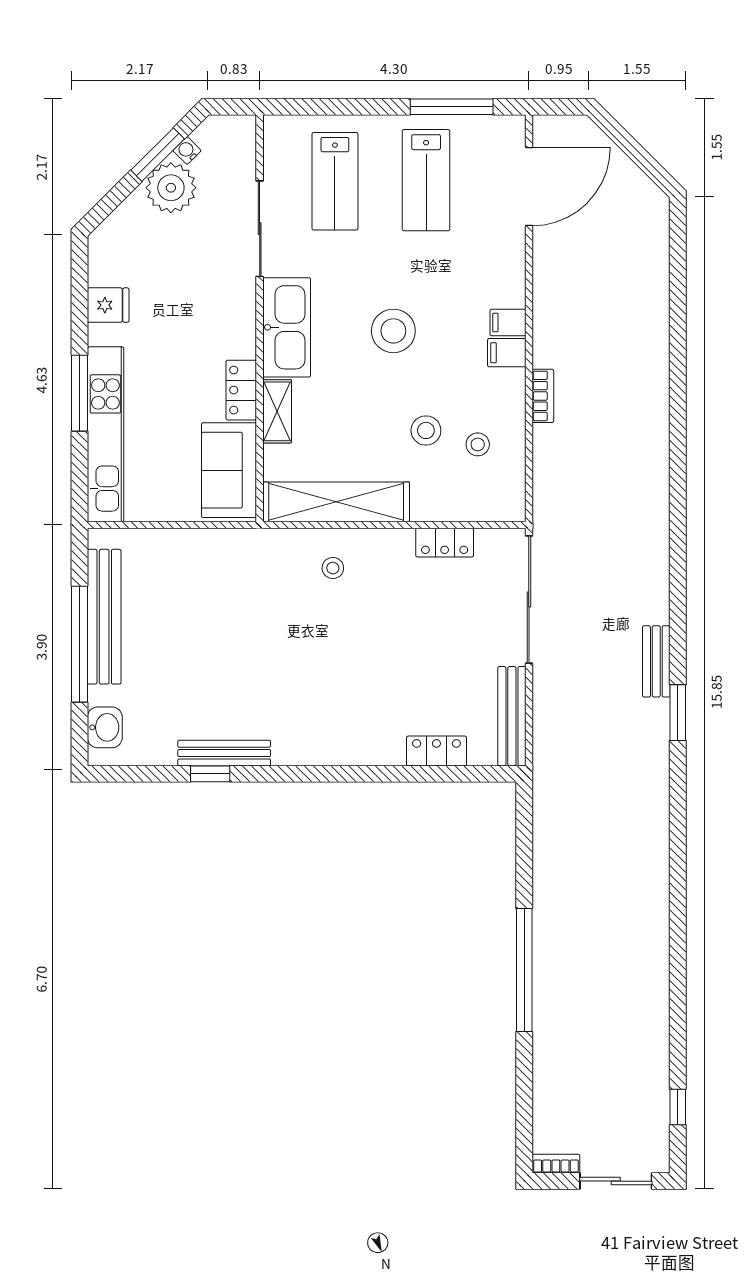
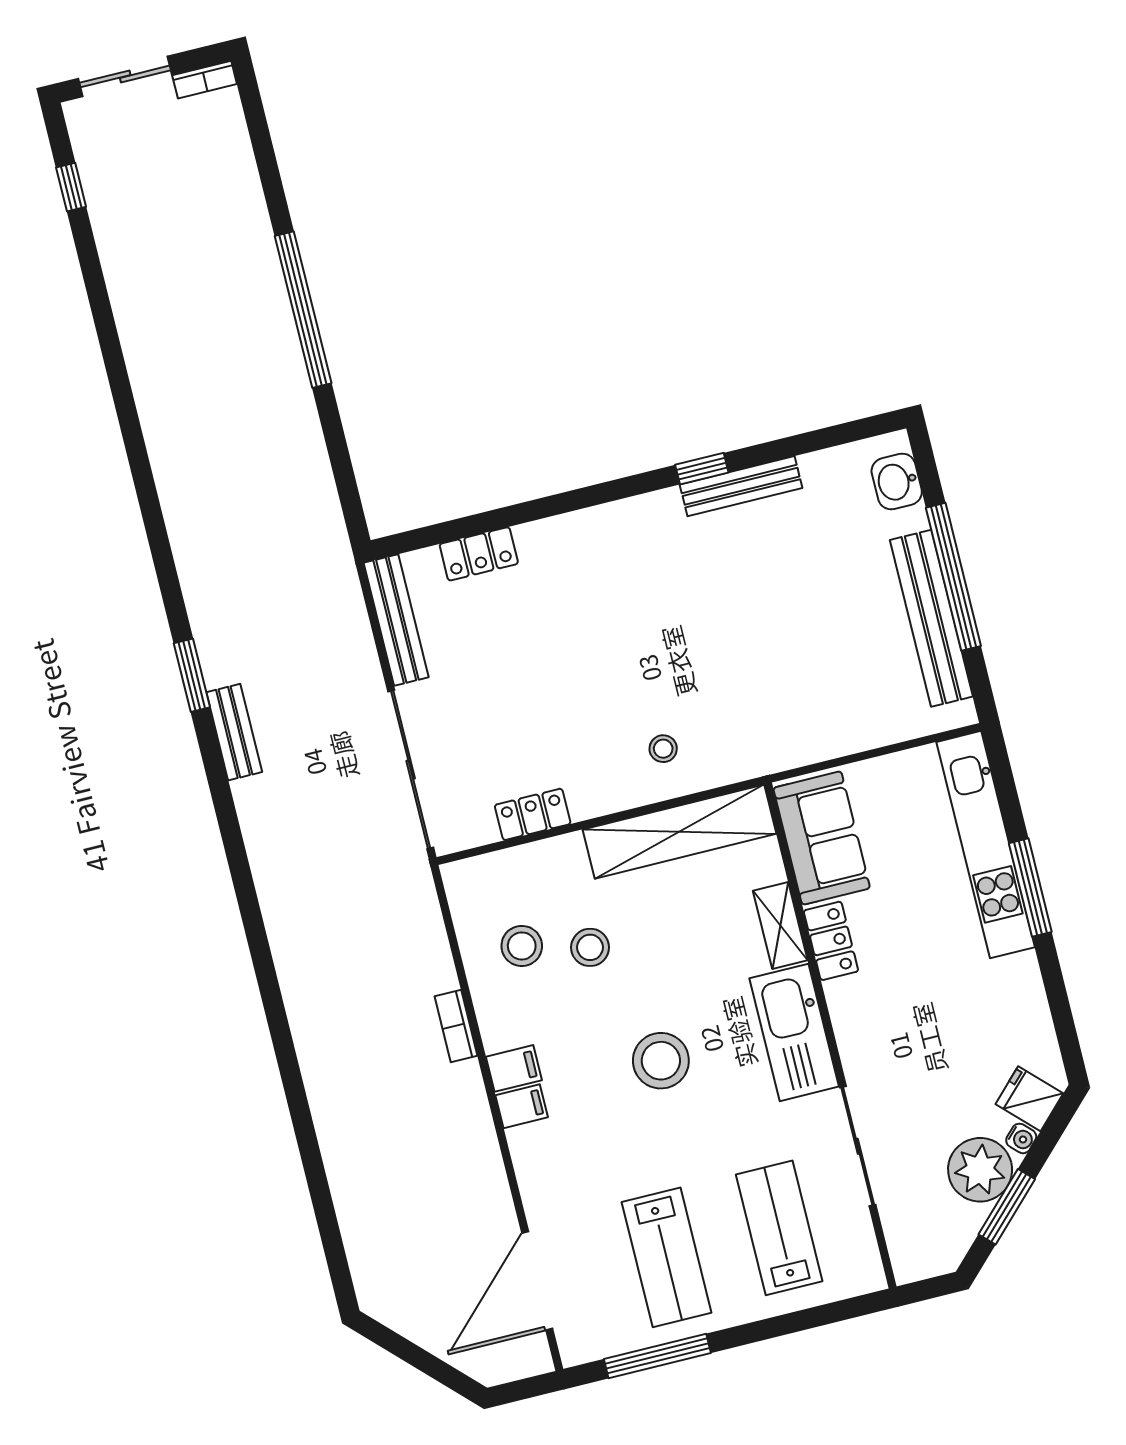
water cooler: (187, 151) -> (1021, 1138), moved
lab bench: (426, 180) -> (667, 1257), turned 180
fridge: (108, 305) -> (1029, 1099), moved, turned 45
stool: (478, 444) -> (522, 946), width x1.37, depth x1.37
window: (210, 774) -> (702, 469), moved

